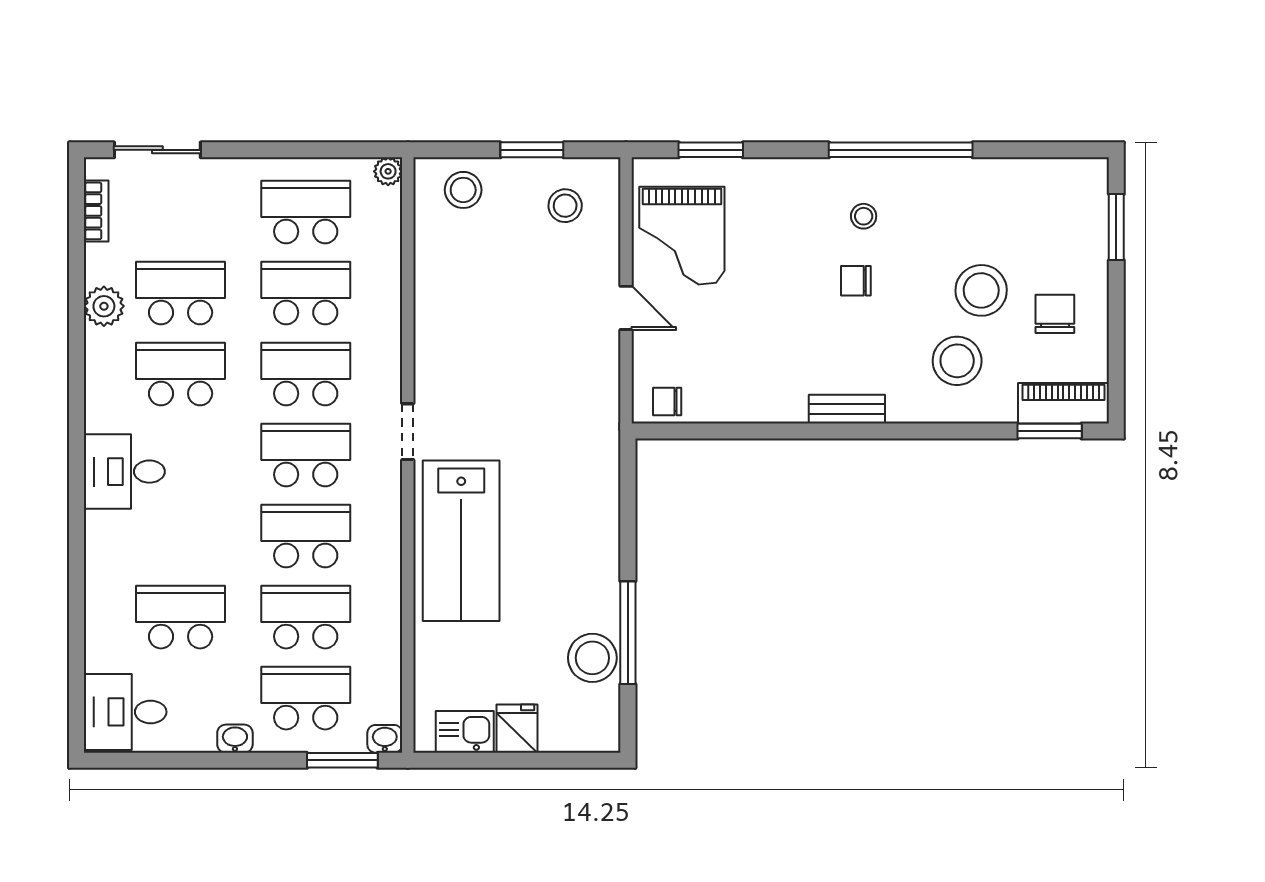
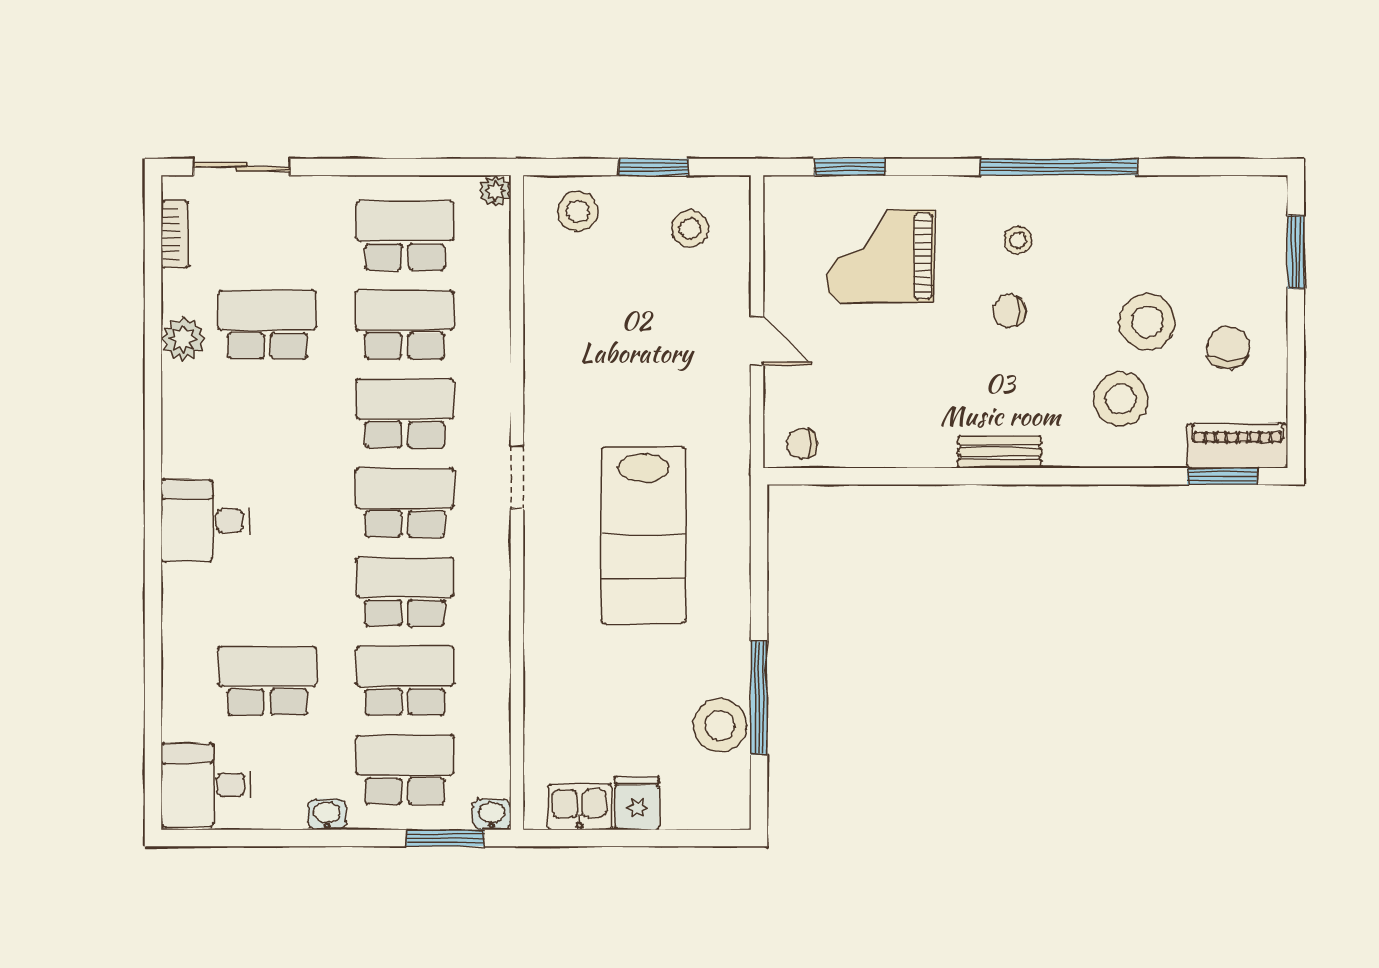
grand piano: (682, 236) -> (880, 256), moved, turned 90
school desk: (181, 374) -> (267, 414), removed
lab bench: (461, 541) -> (643, 535), moved

